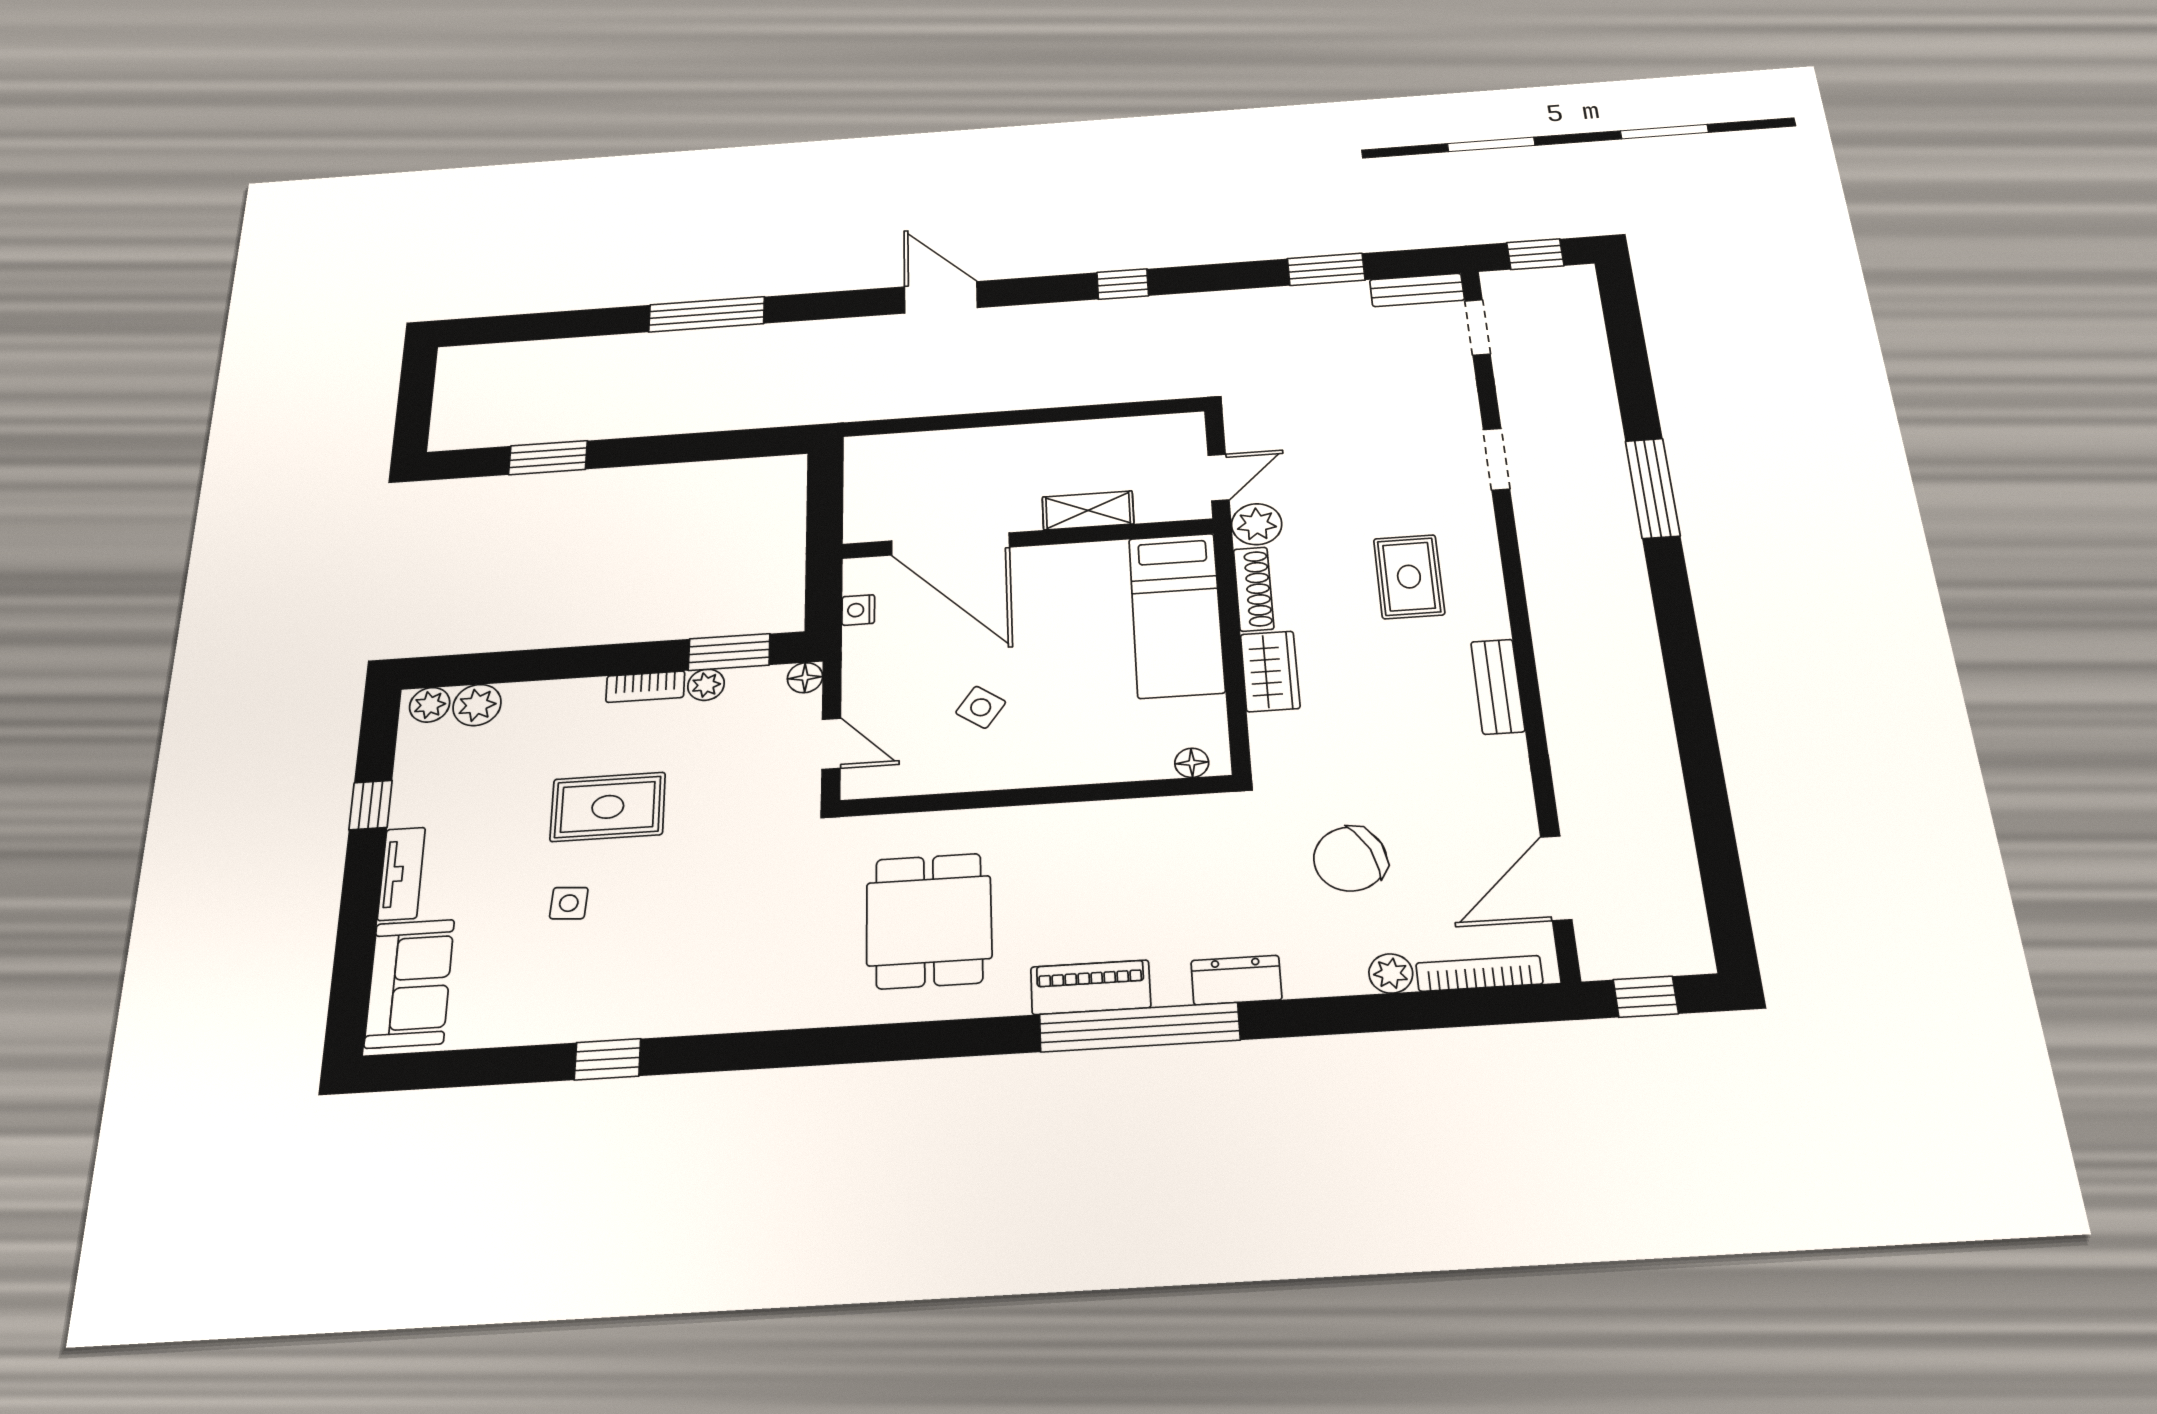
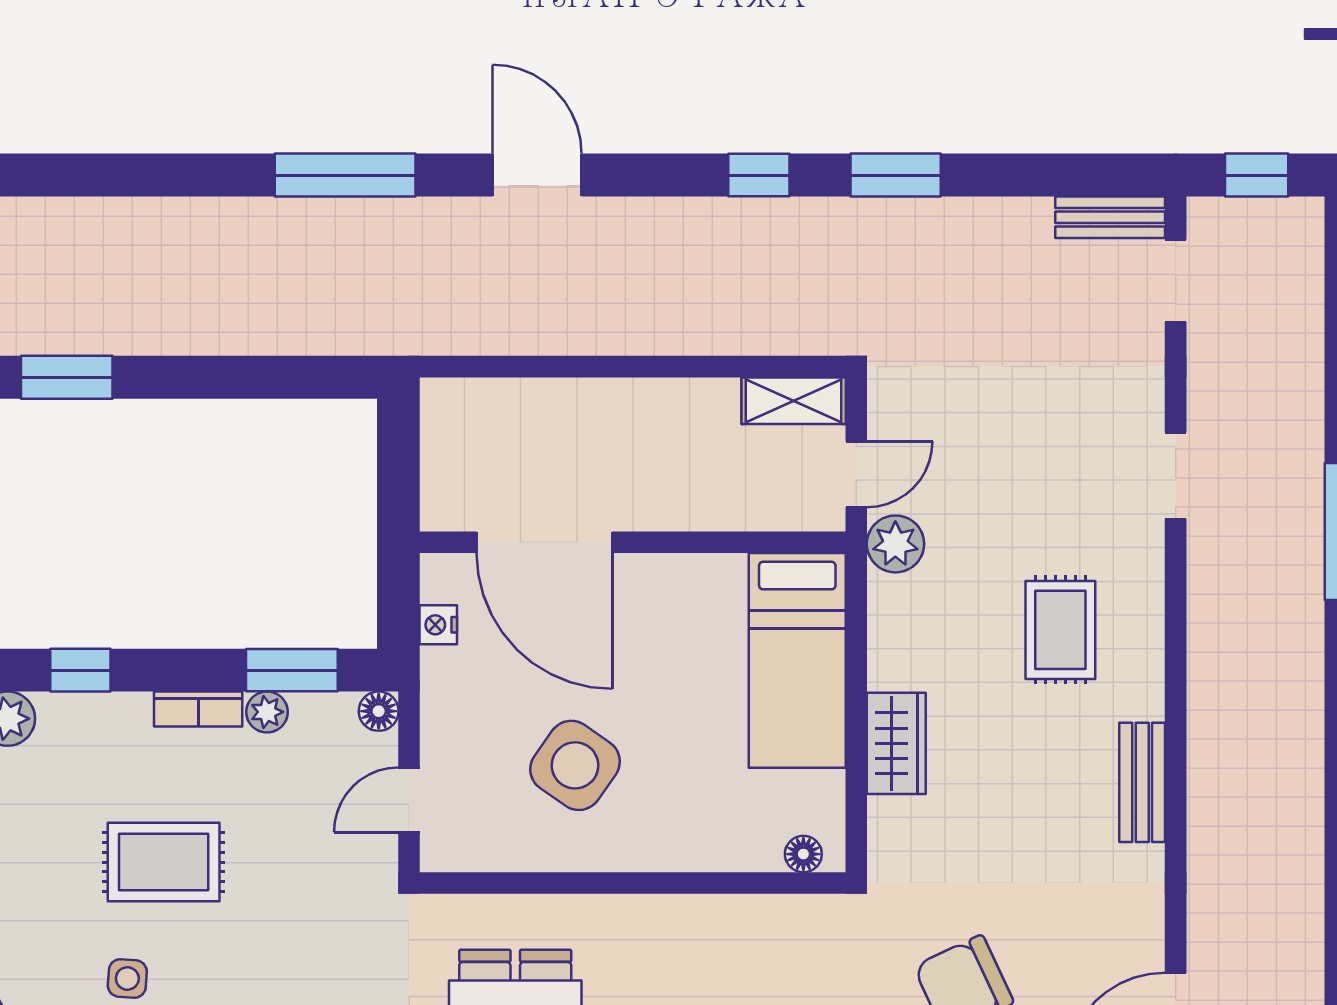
window: (1326, 269) -> (896, 175), moved
window: (707, 314) -> (345, 175), moved
shelving: (1088, 510) -> (794, 401), moved
shoe rack: (1254, 589) -> (886, 633), removed
window: (544, 664) -> (80, 670), added
side table: (981, 707) -> (575, 765), width x1.87, depth x1.87
door: (831, 744) -> (409, 800), swing flipped

